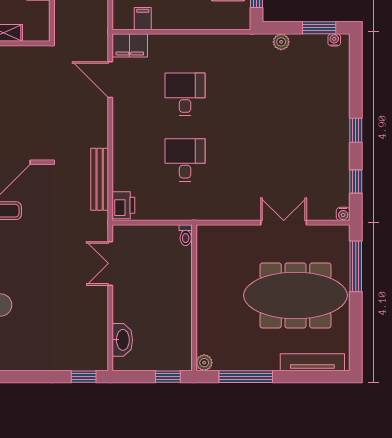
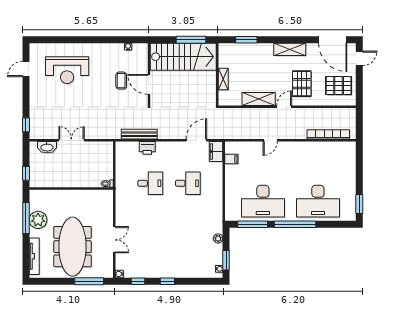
printer: (123, 205) -> (147, 148), moved
double door: (110, 263) -> (71, 140), moved
plant: (204, 363) -> (38, 220), moved, width x1.87, depth x1.87

